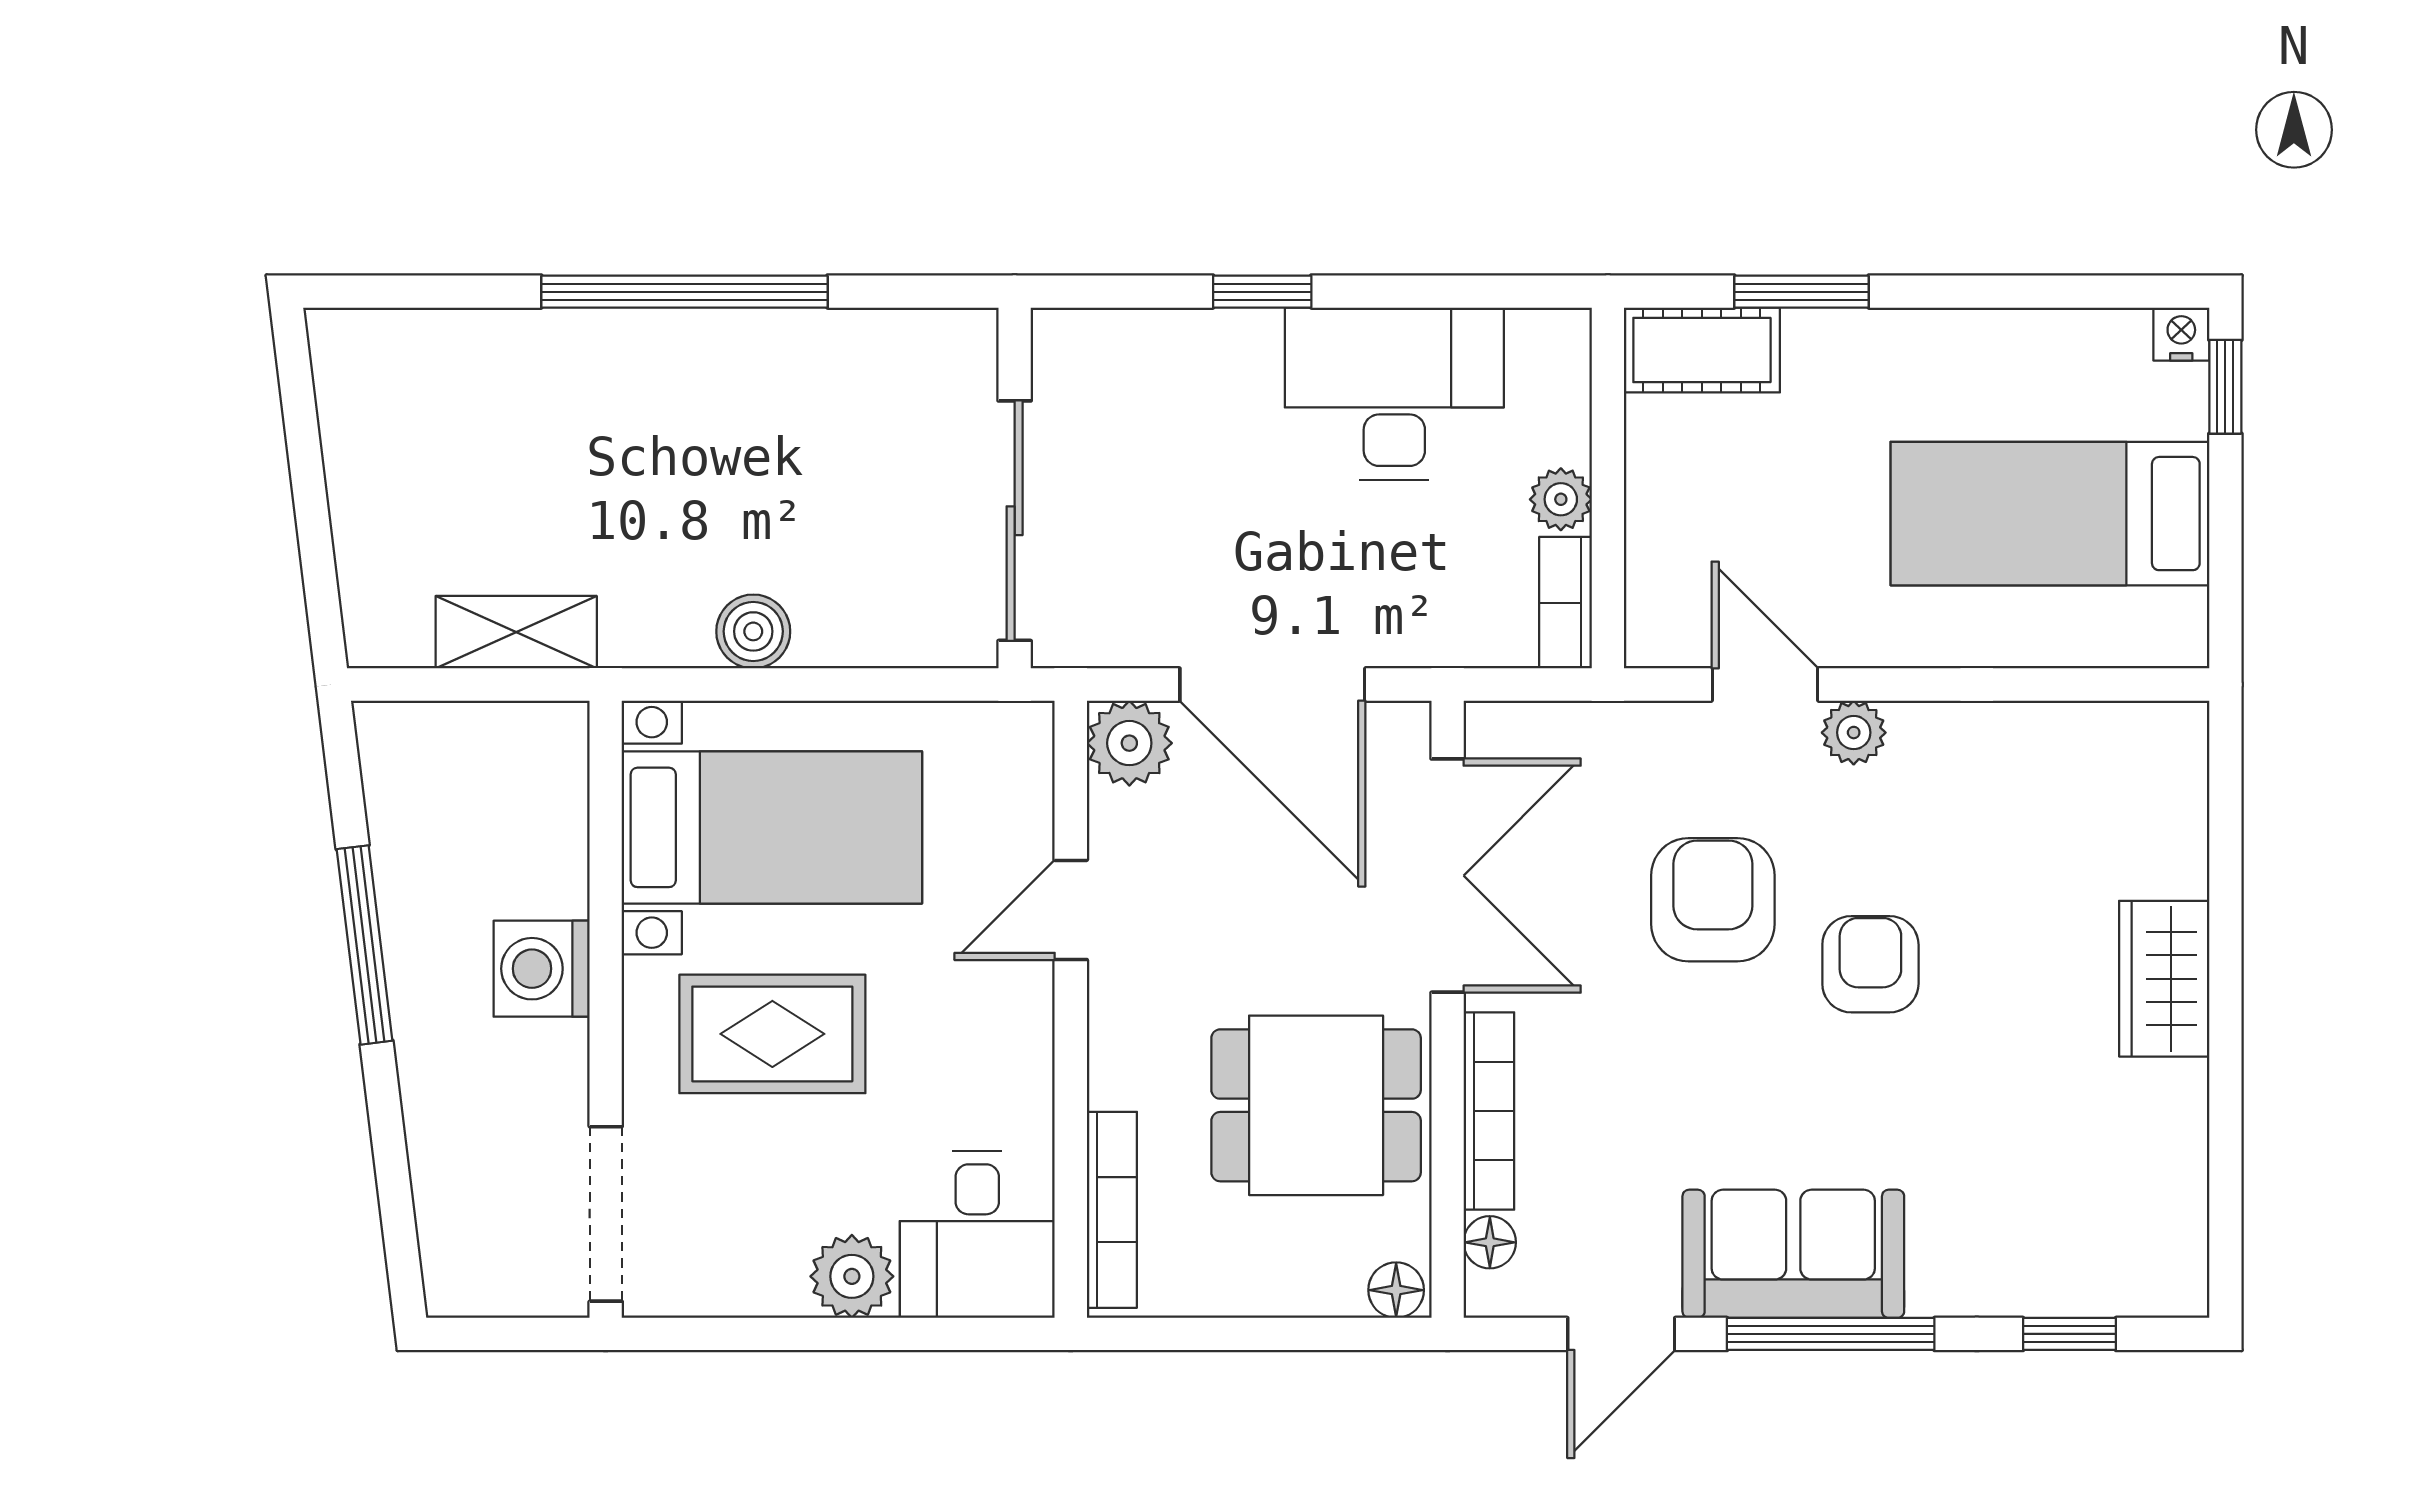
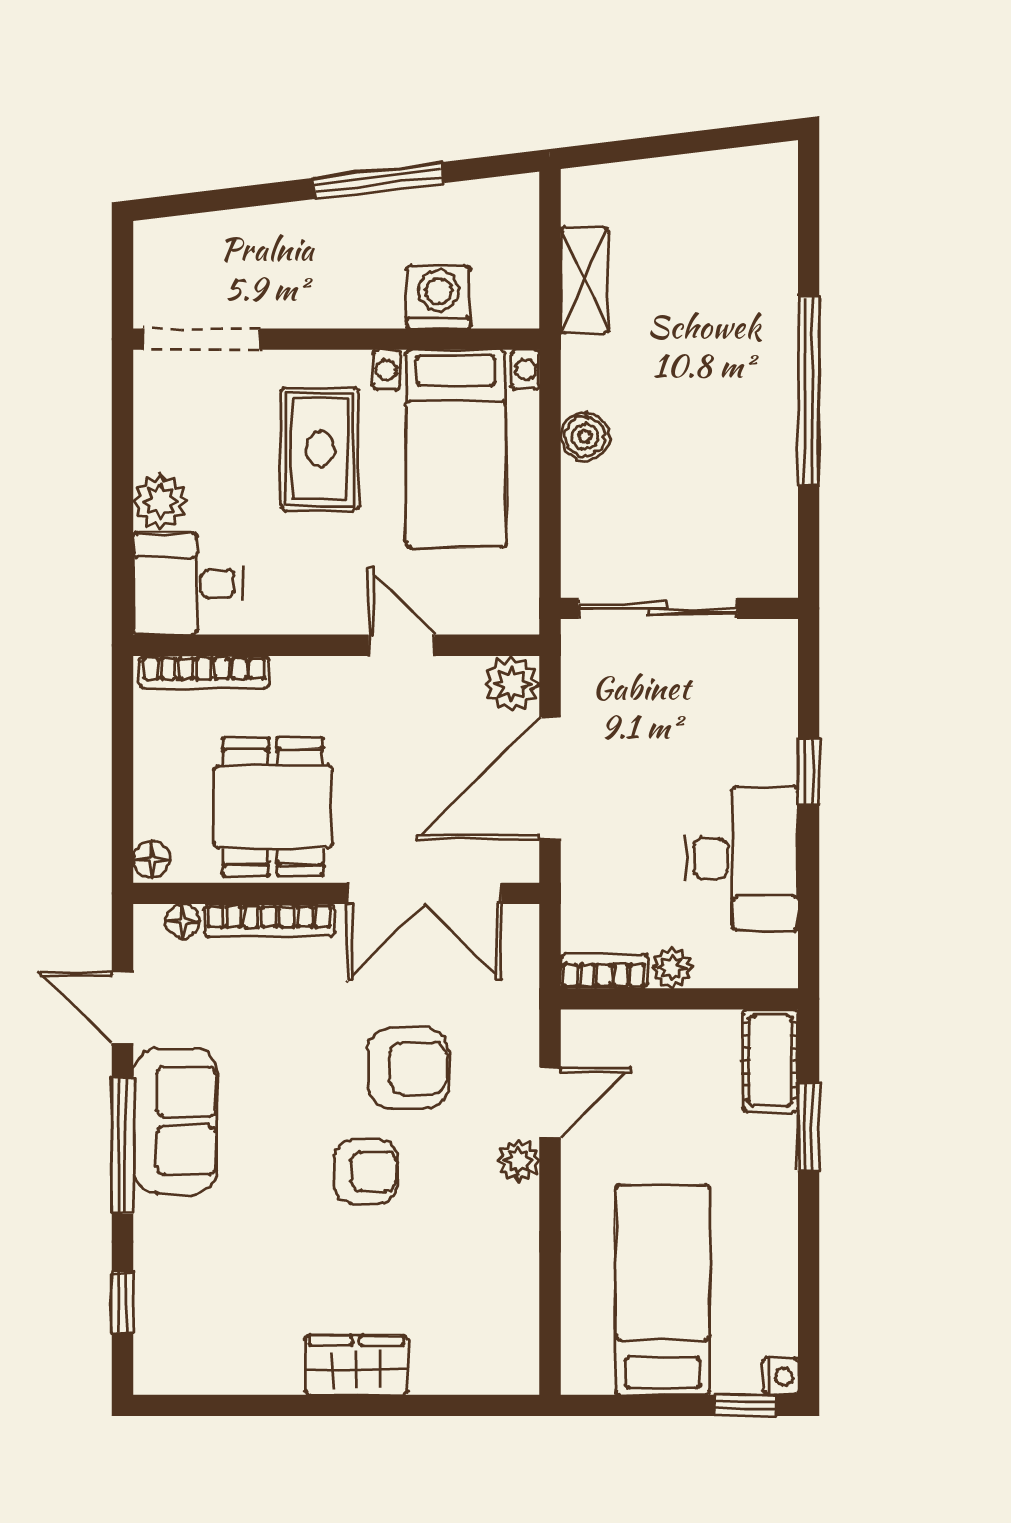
washing machine: (542, 969) -> (438, 297), moved

